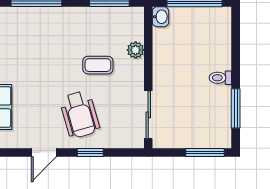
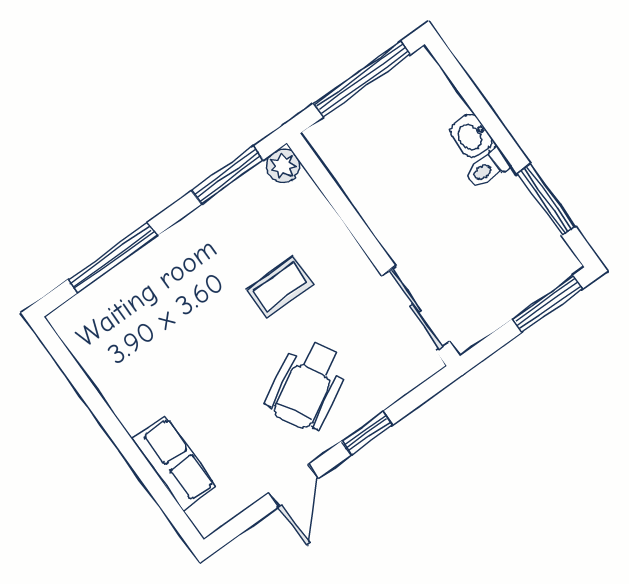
washbasin: (160, 17) -> (471, 136), moved, turned 180
plant: (136, 50) -> (283, 166), moved
wheelchair: (80, 114) -> (307, 385), turned 77

